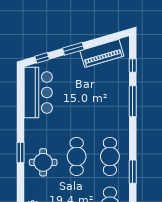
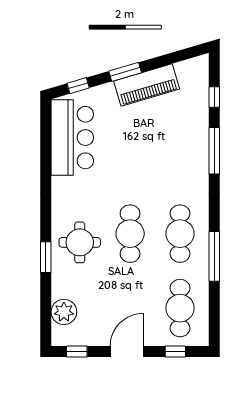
piano: (102, 53) -> (147, 85), moved
window: (21, 152) -> (46, 257), moved
window: (133, 172) -> (214, 256), width x1.44

